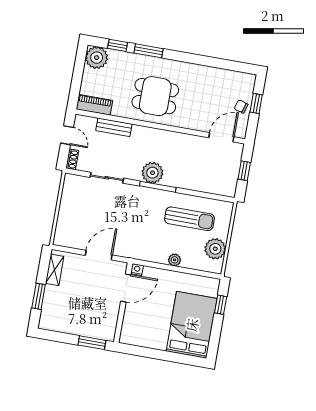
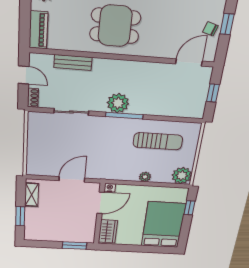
piano: (94, 105) -> (38, 30), moved, turned 90
plant: (215, 249) -> (182, 176), moved
wardrobe: (130, 327) -> (108, 231), added

